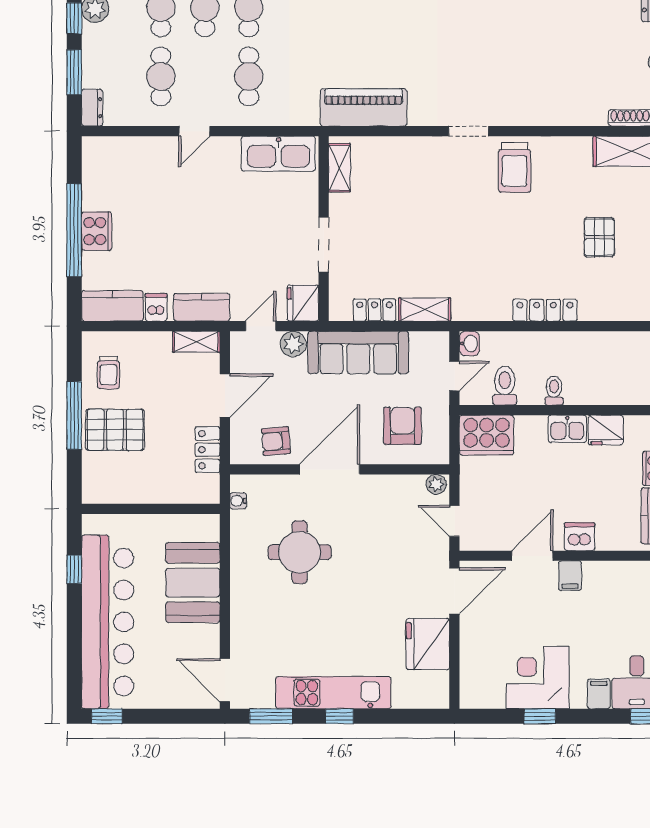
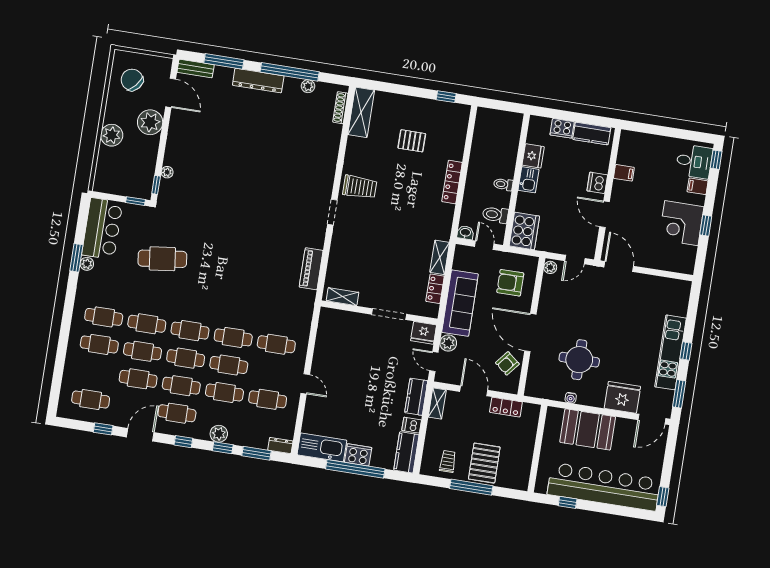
piano: (364, 107) -> (311, 269), width x0.73, depth x0.75
kitchen sink: (278, 154) -> (322, 447), moved, turned -90
trolley: (108, 372) -> (448, 461), turned -90
armchair: (276, 441) -> (507, 363), turned 44
water cooler: (238, 501) -> (571, 398), moved
filing cabinet: (570, 576) -> (624, 173), moved
fridge: (428, 644) -> (622, 397), moved, turned 180

